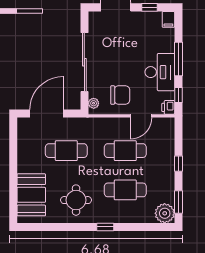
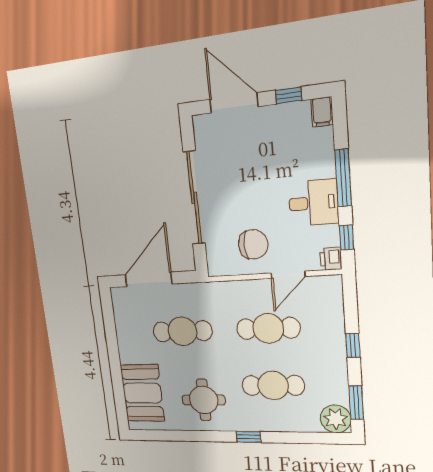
desk: (160, 72) -> (313, 203), width x0.73
plant: (94, 103) -> (214, 260), removed

